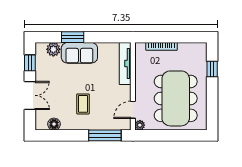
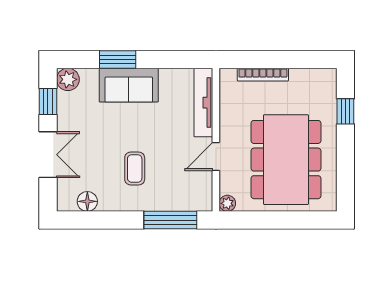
plant: (53, 49) -> (68, 79), moved
door: (133, 110) -> (216, 156), moved

